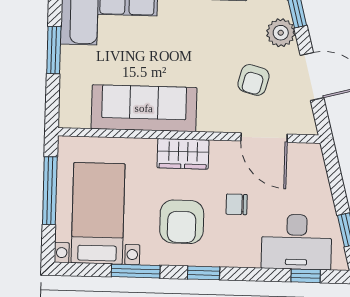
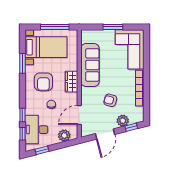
armchair: (253, 80) -> (110, 100), moved
plant: (313, 175) -> (64, 136), added
armchair: (182, 222) -> (43, 82), turned -90
window: (204, 273) -> (22, 115), moved

